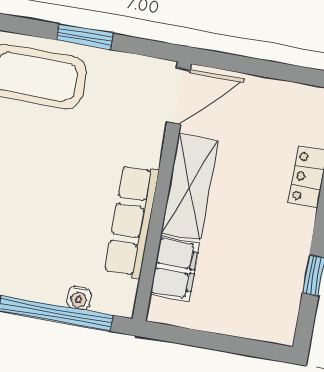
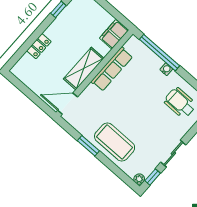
filing cabinet: (175, 269) -> (114, 34), moved
water cooler: (79, 298) -> (166, 69), moved

